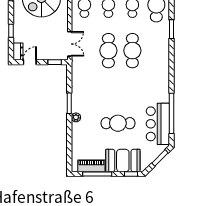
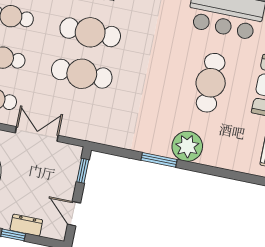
double door: (70, 44) -> (37, 134), moved
dresser: (18, 51) -> (26, 225), moved
plant: (76, 117) -> (187, 146), width x1.87, depth x1.87

